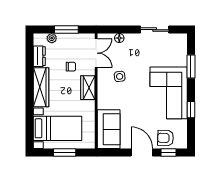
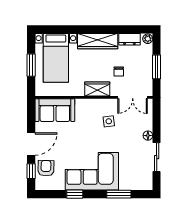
plant: (52, 38) -> (148, 39), moved
floor lamp: (119, 38) -> (148, 136), moved

